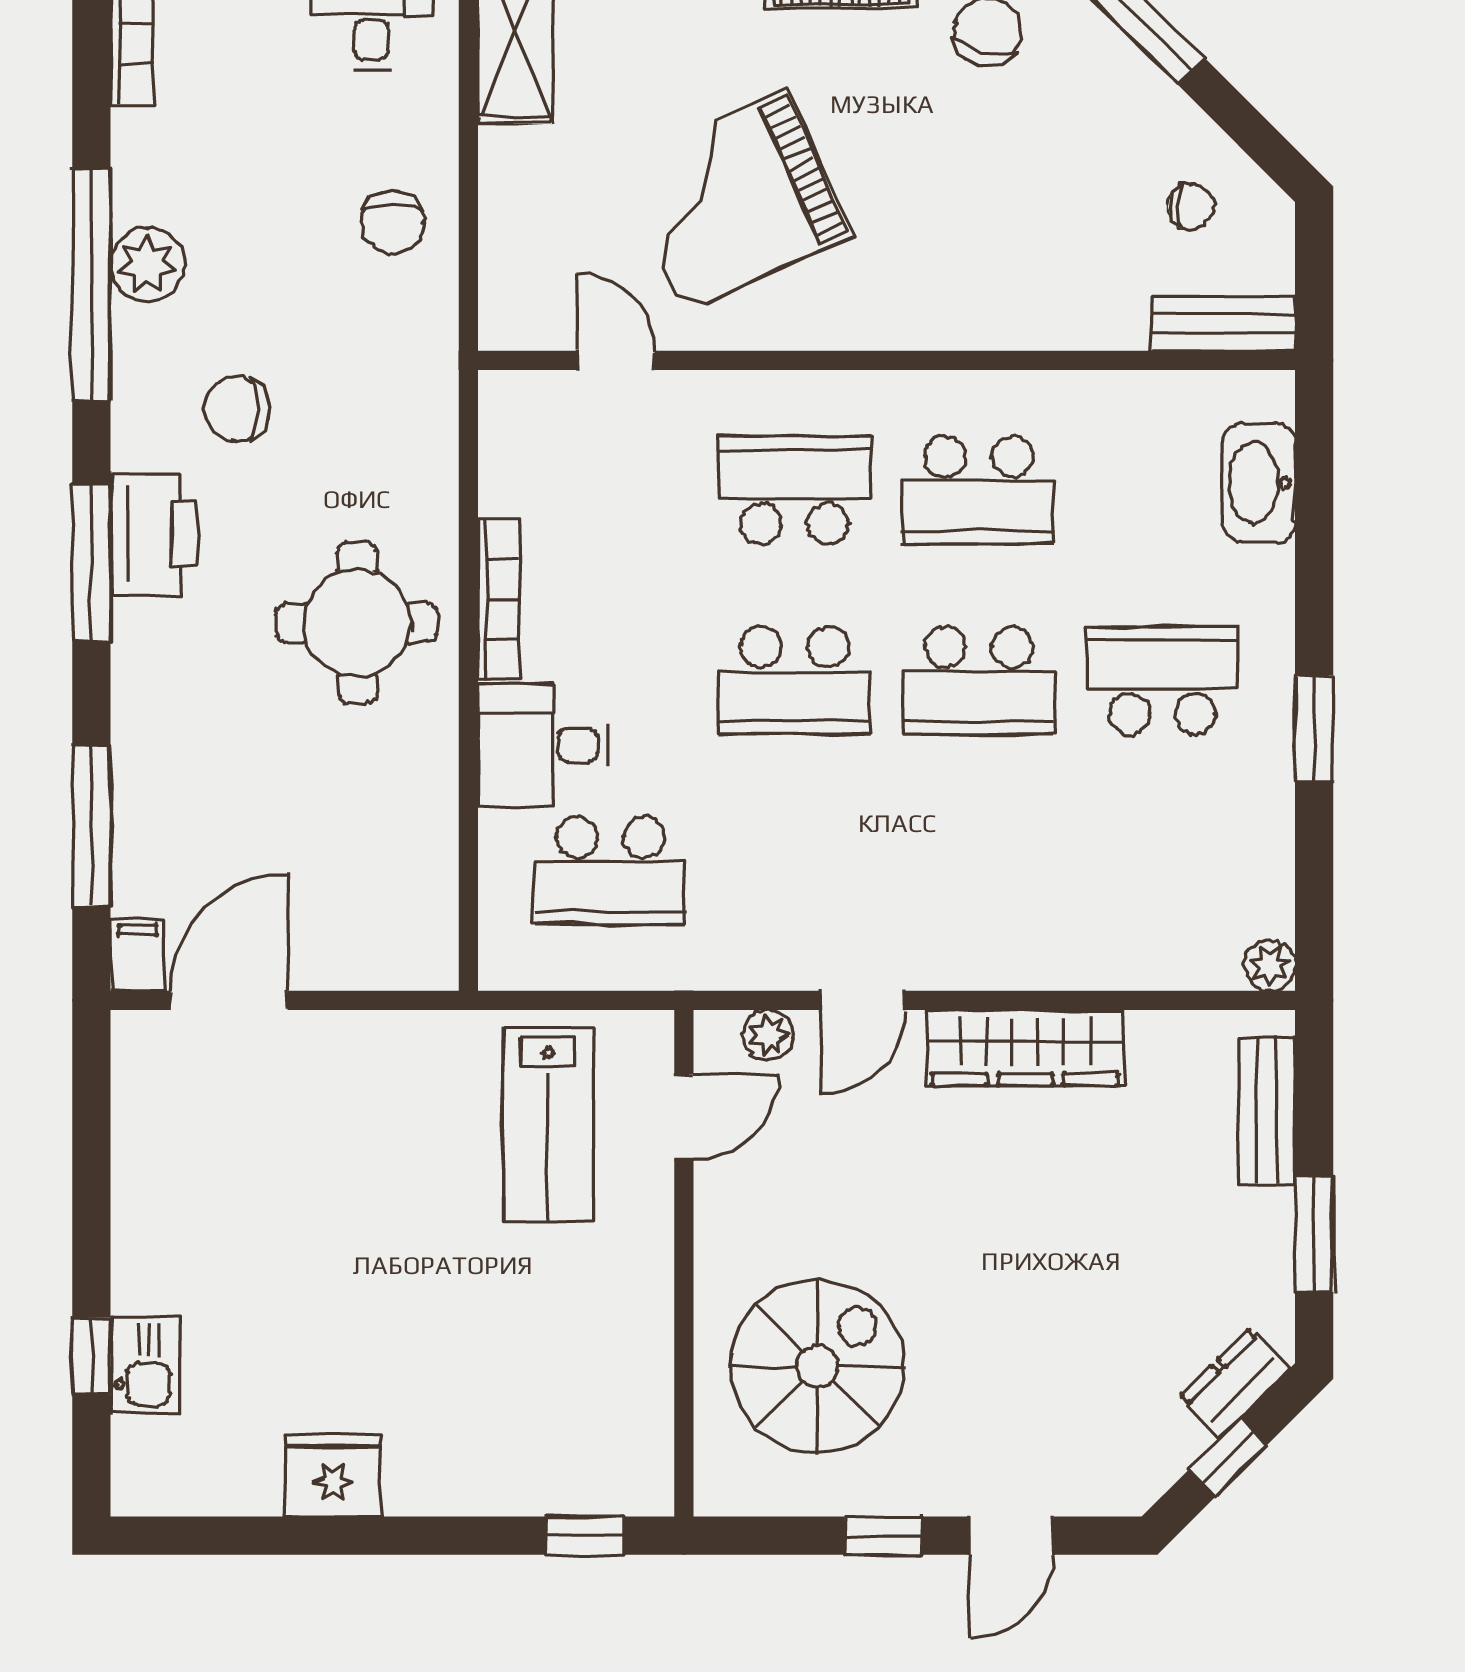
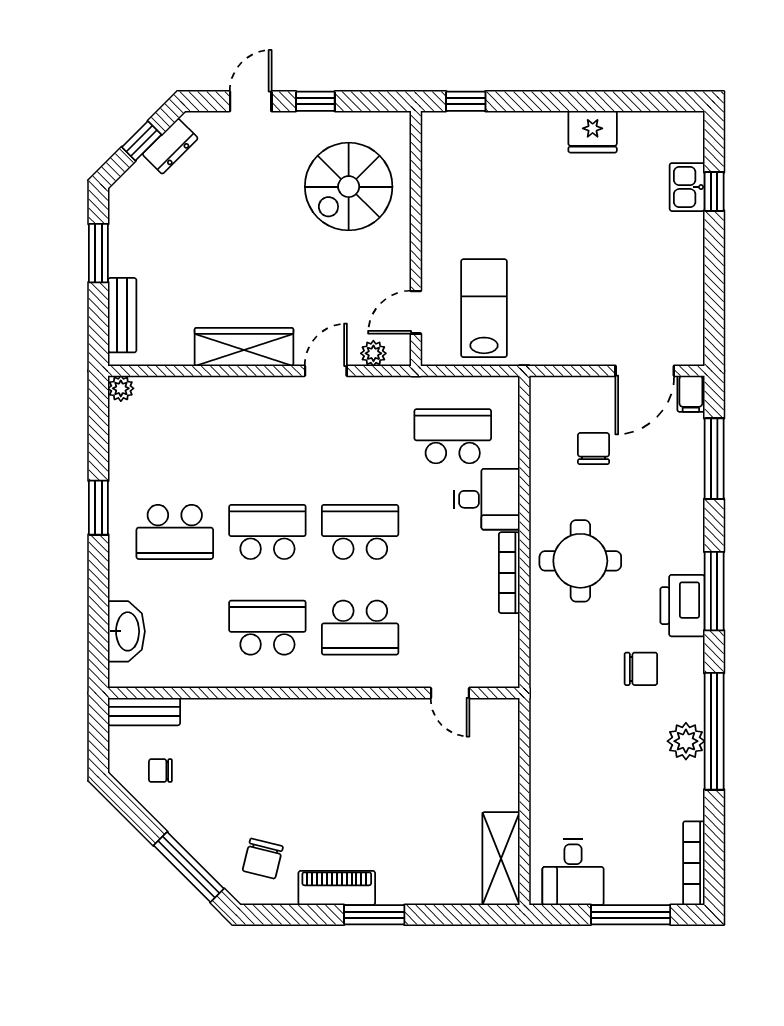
grand piano: (734, 200) -> (390, 774), removed
chair: (392, 223) -> (594, 448), moved
dresser: (1235, 1383) -> (170, 146), moved

